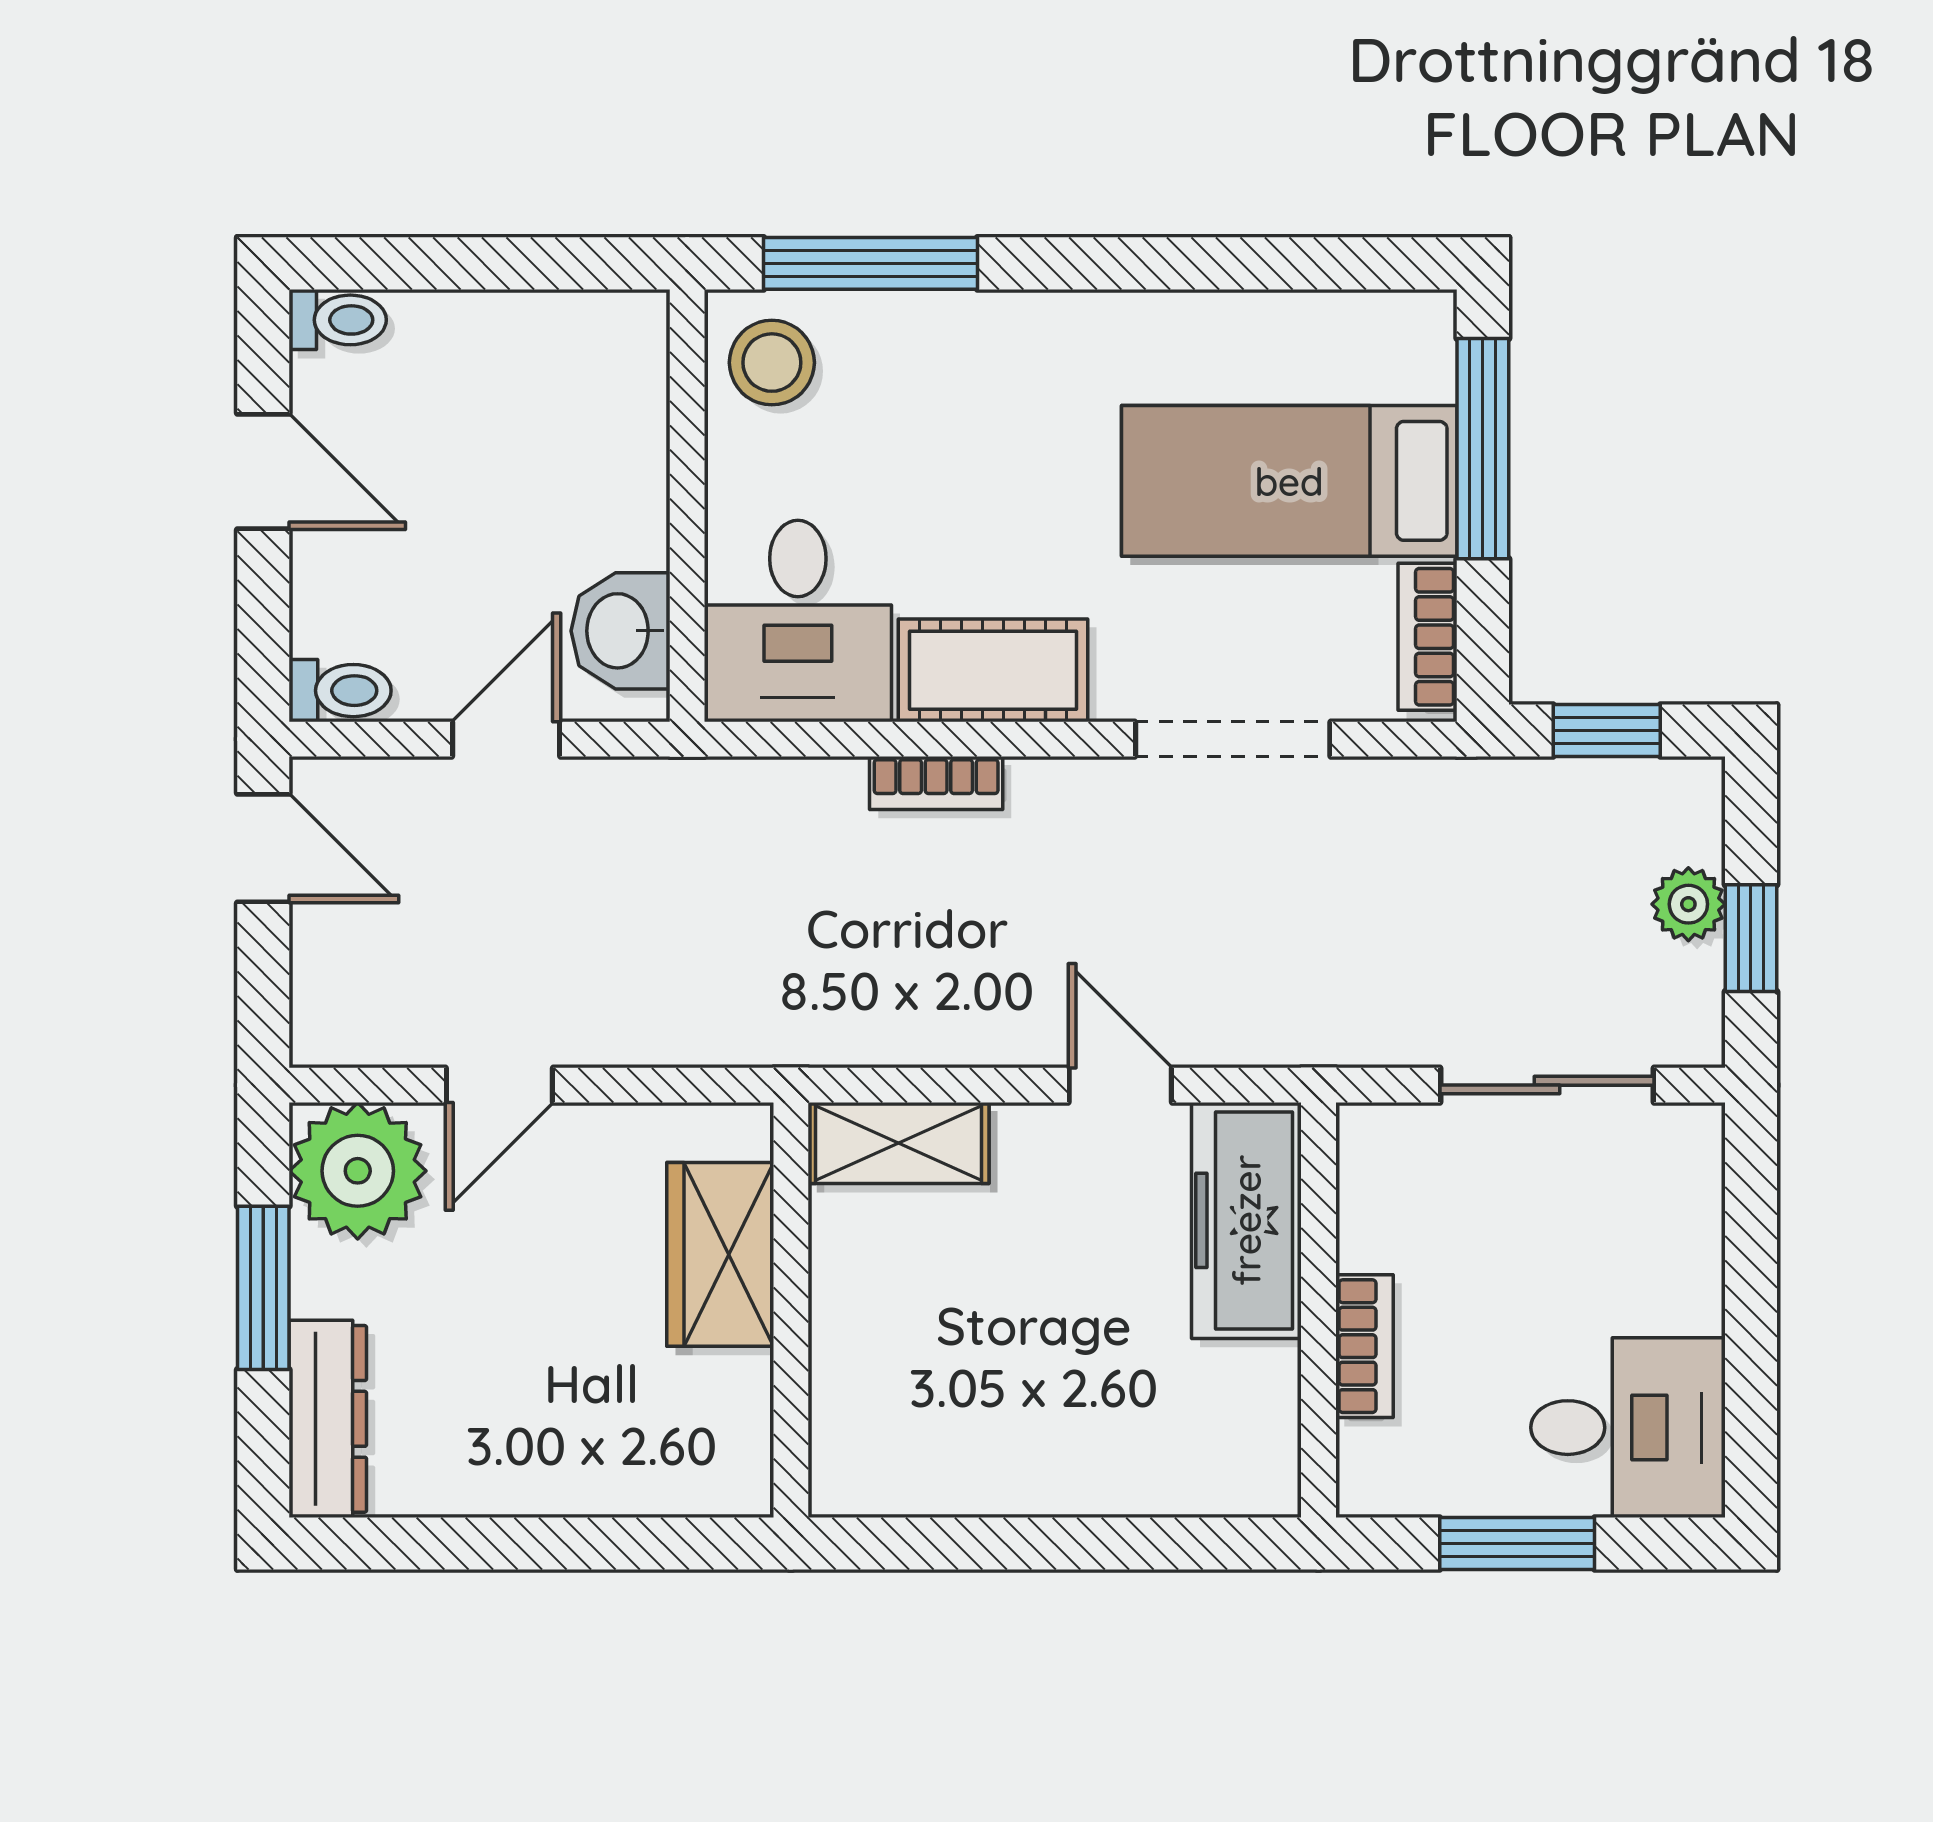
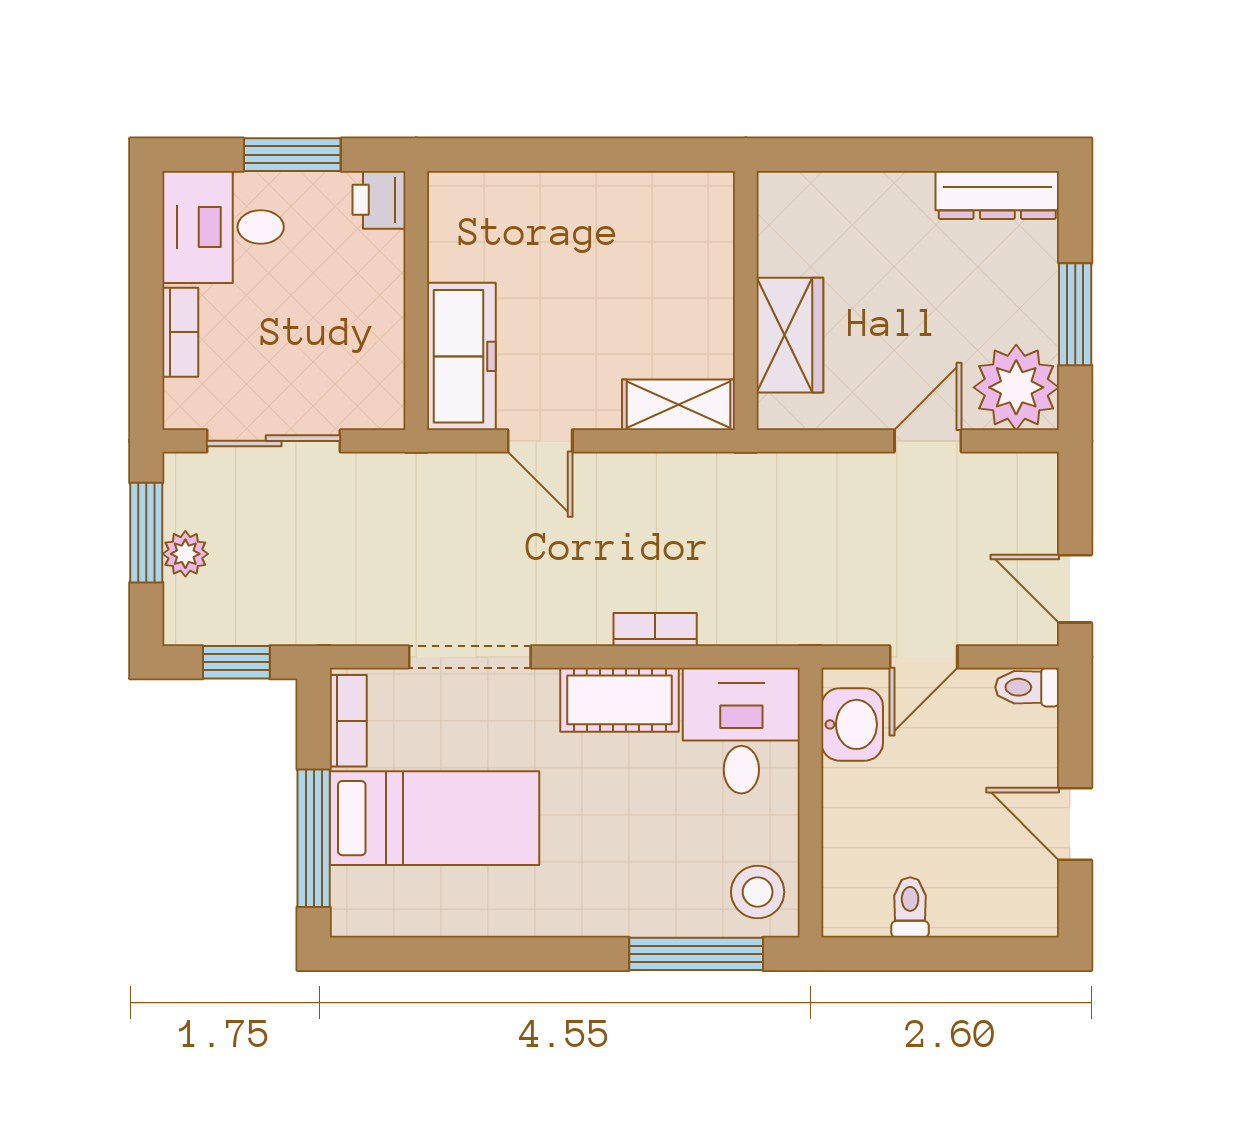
toilet: (338, 320) -> (910, 907), moved, turned 90
window: (1751, 938) -> (146, 533), width x1.50
bookcase: (1364, 1346) -> (180, 332), moved, turned 180
dresser: (328, 1419) -> (997, 195), moved, turned -90
printer: (1378, 1471) -> (379, 200), added

